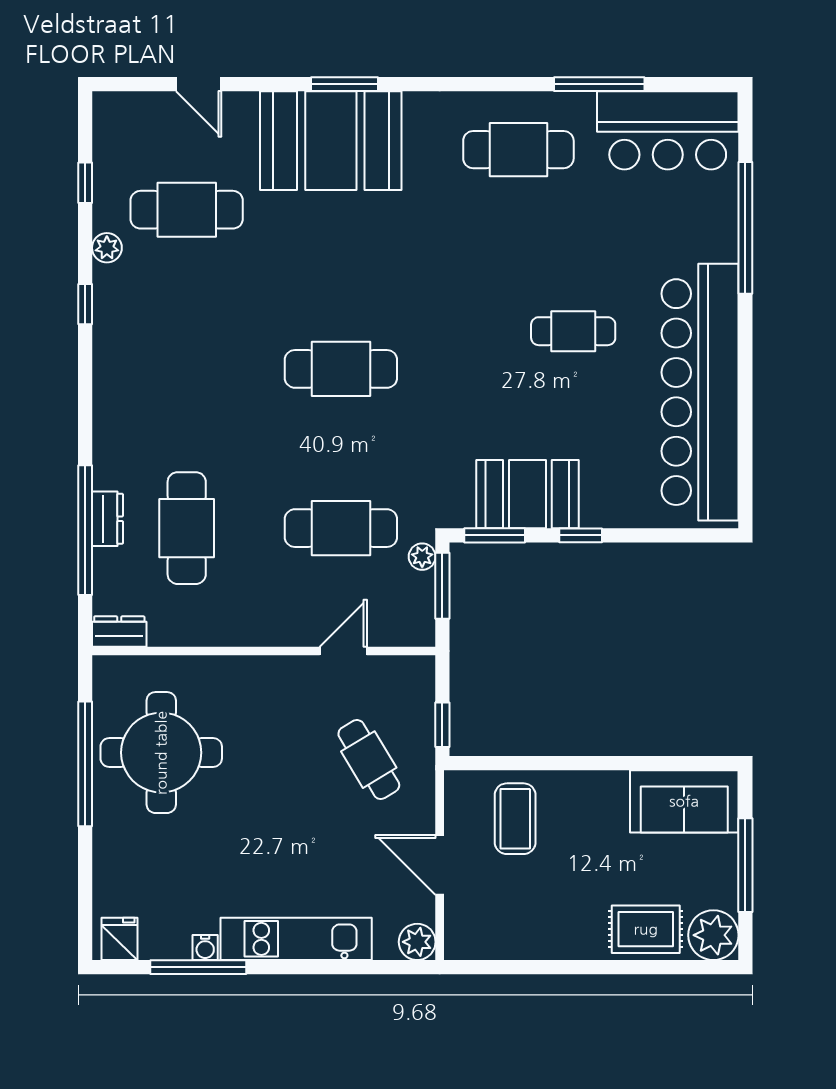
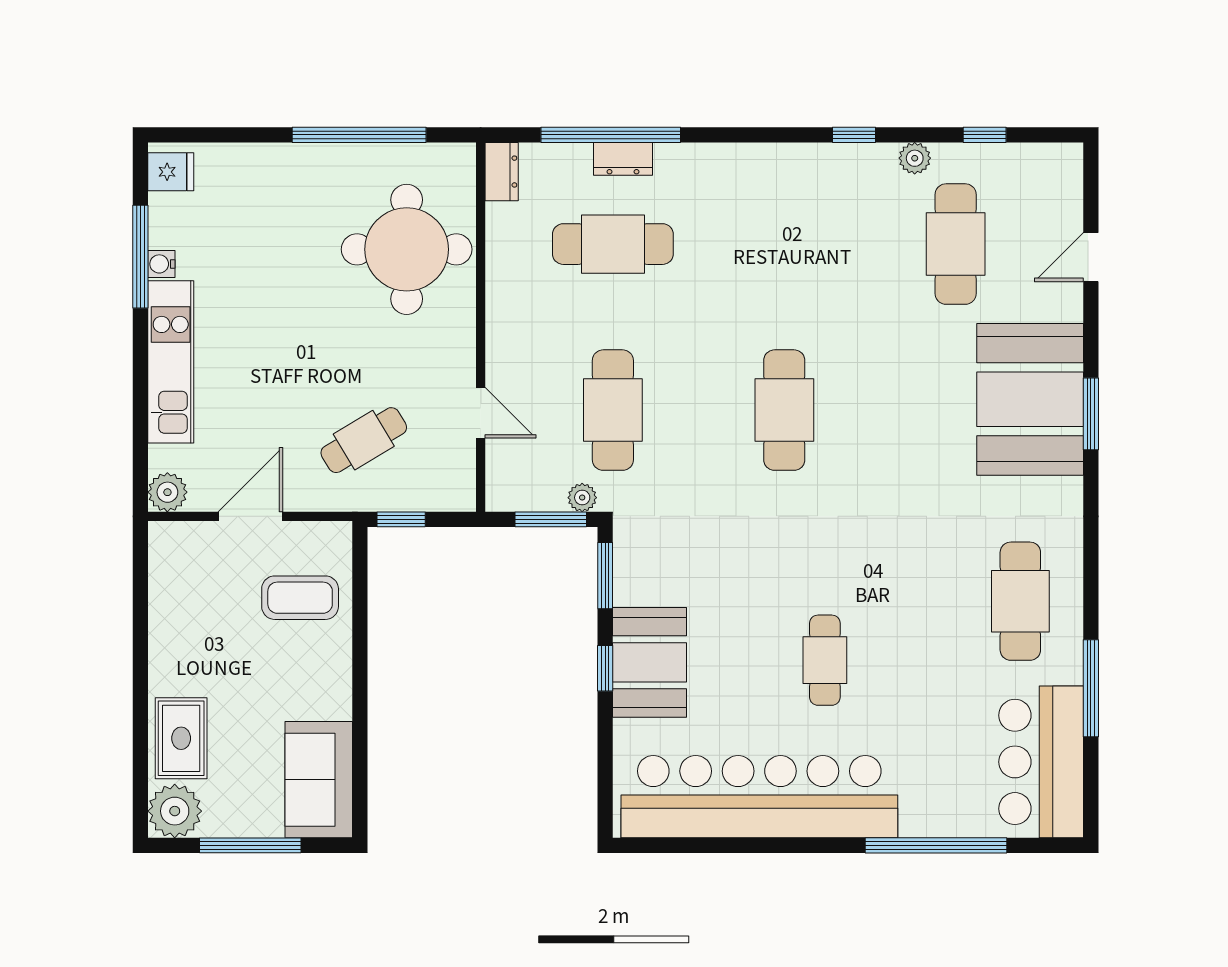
booth: (527, 494) -> (650, 662), moved
round table: (161, 753) -> (407, 249), moved

